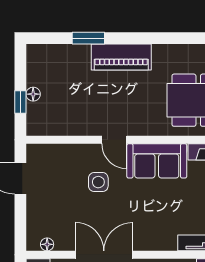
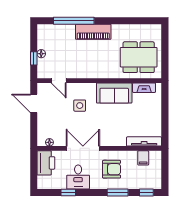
window: (88, 38) -> (74, 21), width x2.11
door: (114, 140) -> (59, 81), moved

